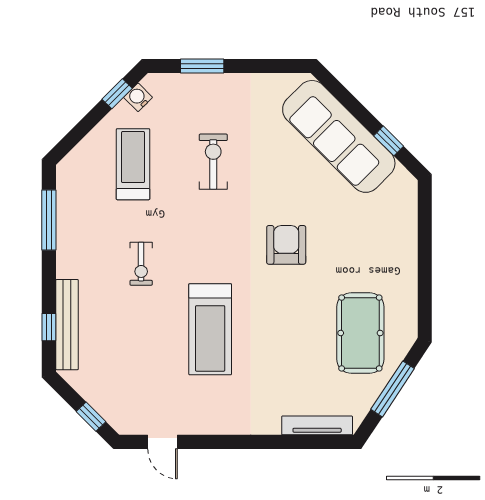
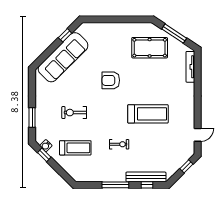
treadmill: (133, 164) -> (75, 148), turned 180
window: (49, 220) -> (115, 185), moved

